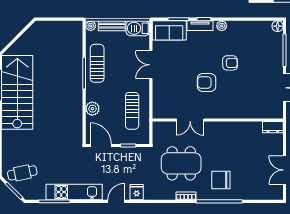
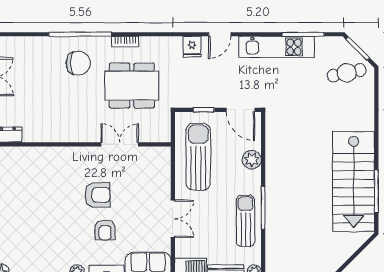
sun lounger: (97, 63) -> (245, 221), turned 180
armchair: (230, 63) -> (105, 230), moved, turned -89
sun lounger: (132, 111) -> (198, 157), width x1.36, depth x1.34

